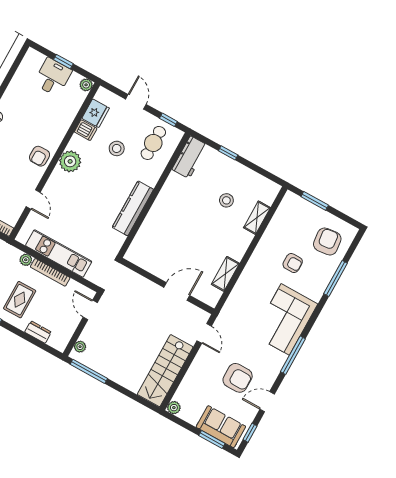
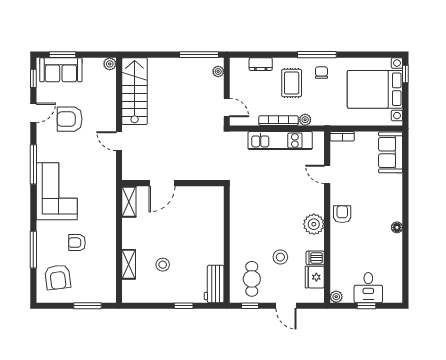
kitchen counter: (133, 208) -> (238, 214), removed
wall: (167, 286) -> (173, 183), moved
door: (177, 291) -> (162, 183), moved

